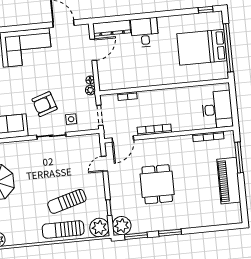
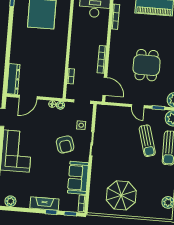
desk: (145, 32) -> (22, 53), removed
door: (93, 50) -> (28, 97), swing flipped
door: (104, 164) -> (138, 106), moved
dining table: (157, 184) -> (147, 65), turned 90

